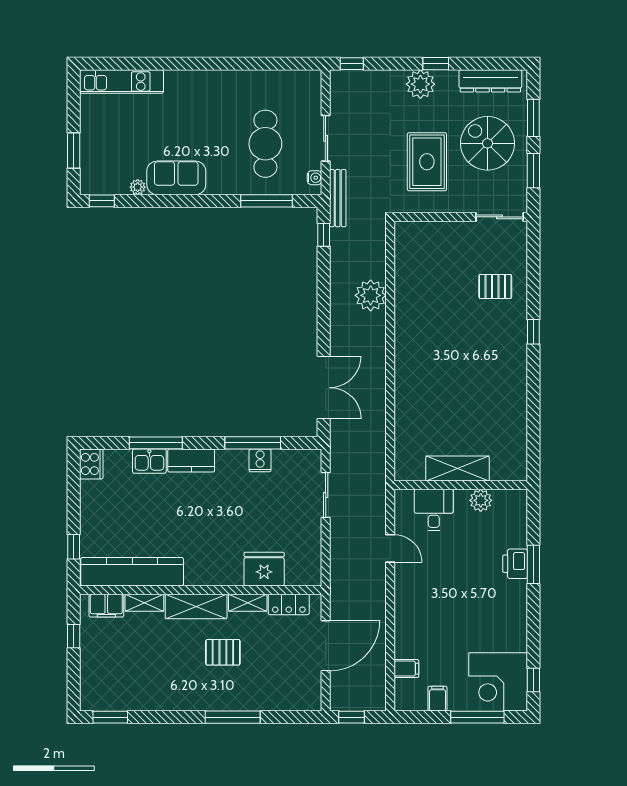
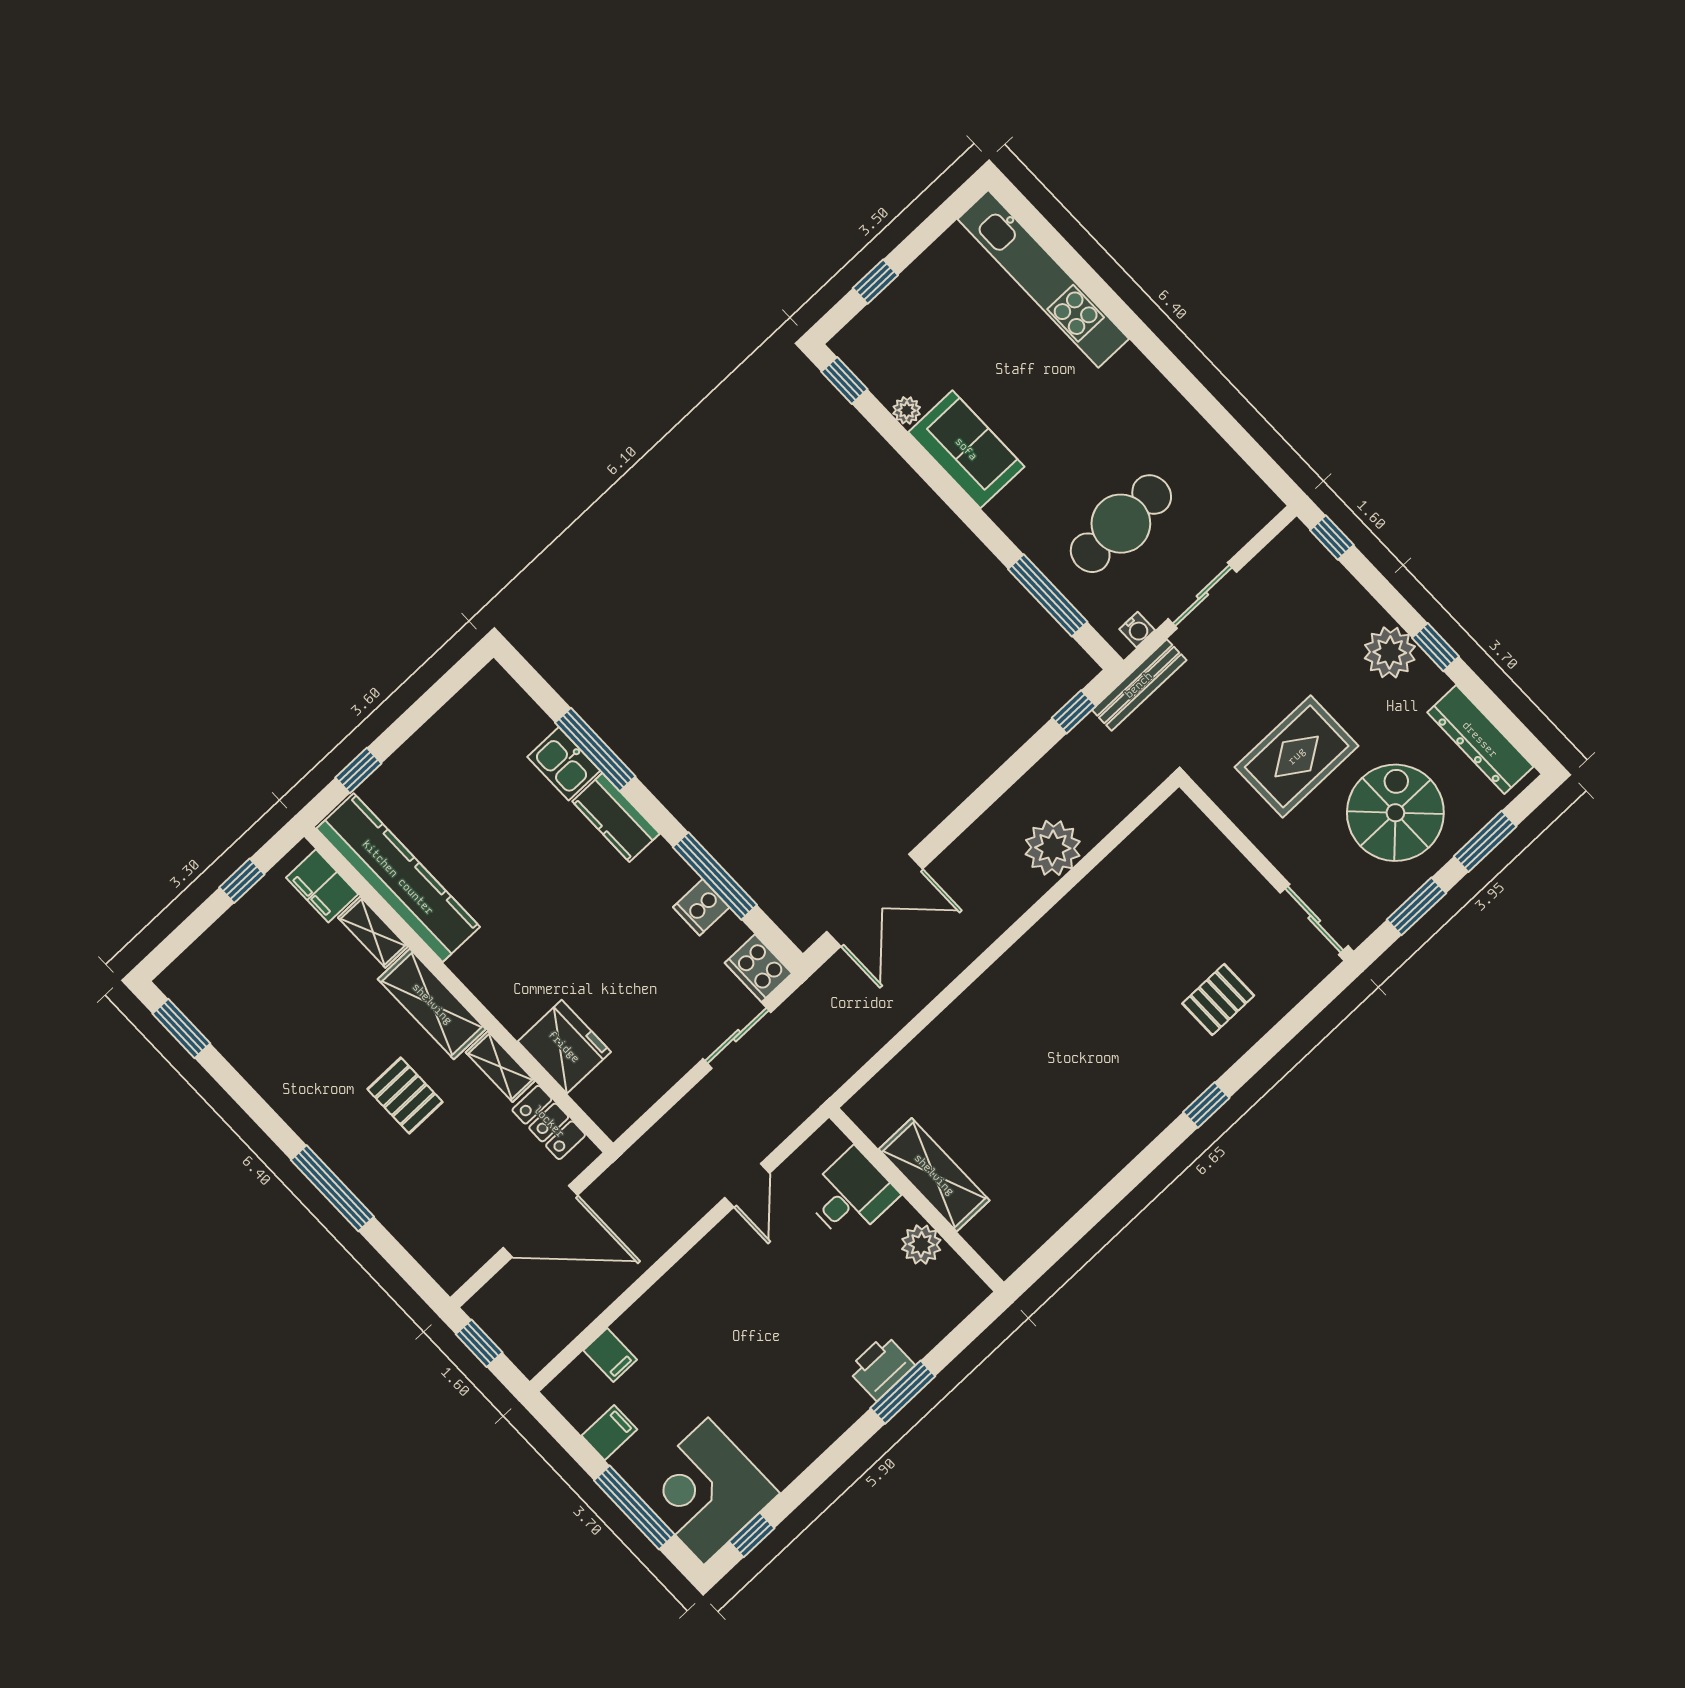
kitchen unit: (121, 82) -> (1043, 279), width x1.36
window: (74, 150) -> (875, 282), width x0.67
pallet: (495, 286) -> (1218, 1000), turned 90
cooker: (91, 464) -> (758, 968), moved, turned 90

